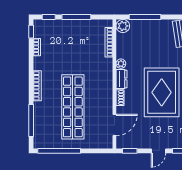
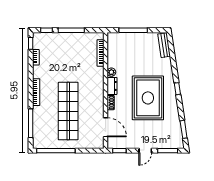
plant: (123, 26) -> (113, 38), removed
door: (114, 125) -> (106, 127), hinge flipped

